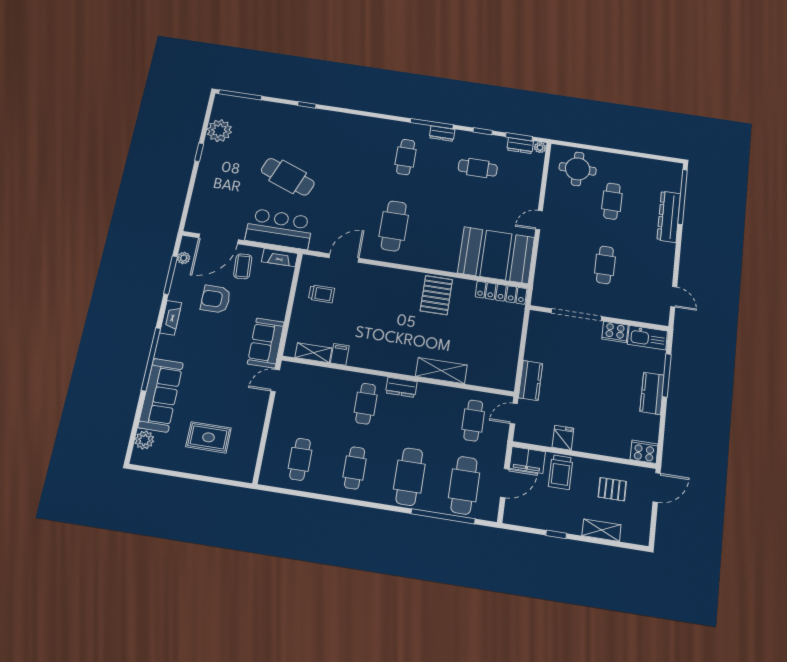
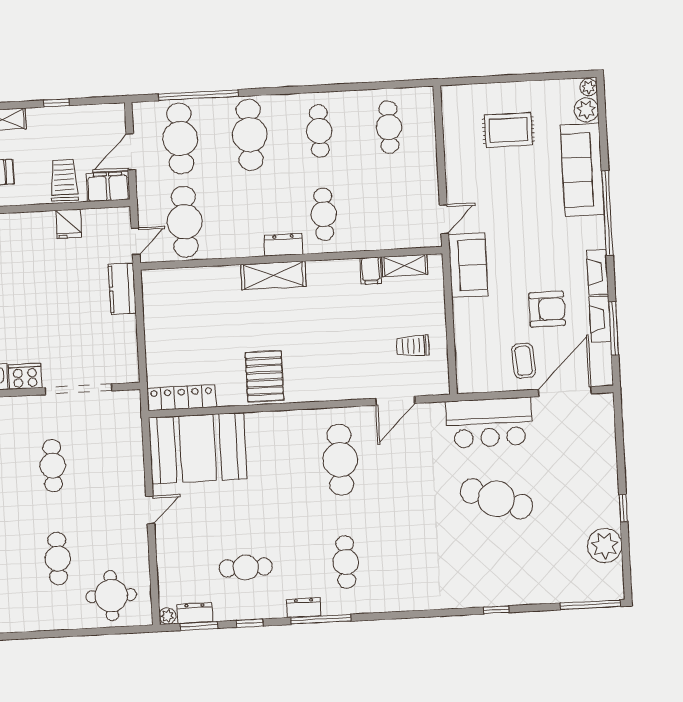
plant: (184, 258) -> (589, 87), moved
fireplace: (280, 258) -> (600, 319), moved, turned -90
shelving: (441, 371) -> (273, 275), moved
cafe table: (473, 420) -> (185, 222), width x1.37, depth x1.35

